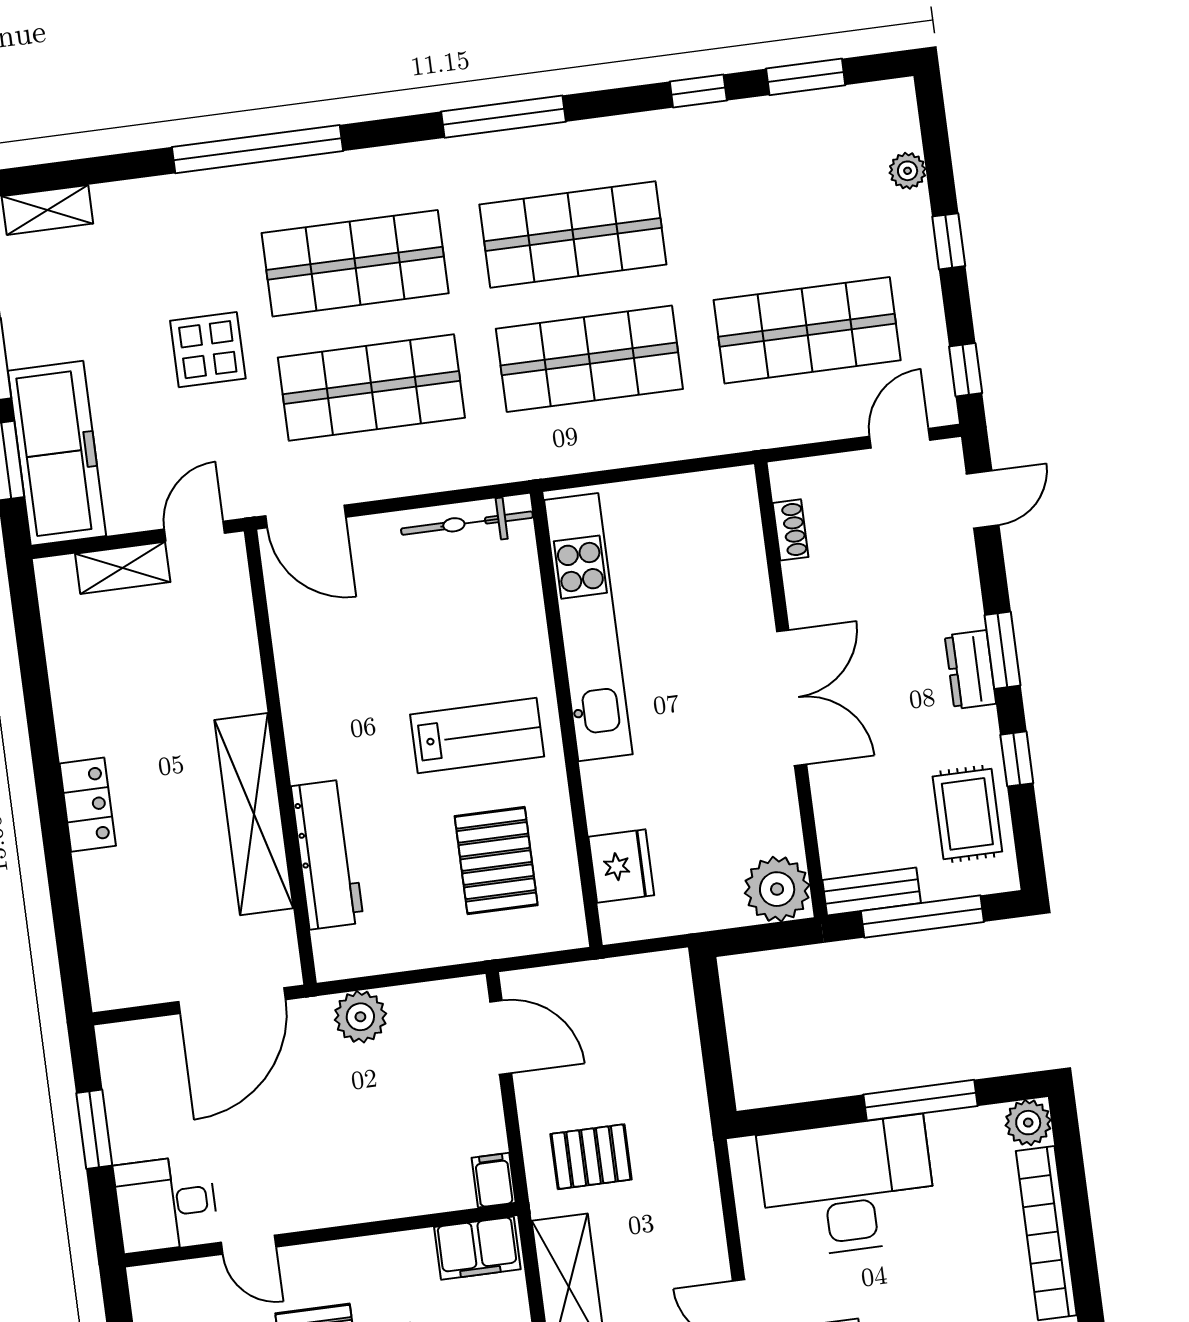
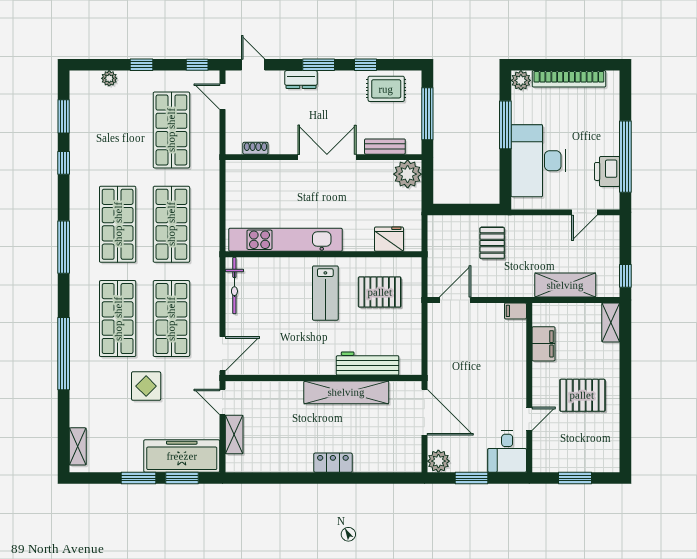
dresser: (970, 670) -> (301, 80), moved
lab bench: (477, 735) -> (325, 293), turned 180
bench: (872, 892) -> (385, 147), moved, turned 90
plant: (360, 1017) -> (438, 461), moved
pallet: (591, 1157) -> (492, 243), moved
filing cabinet: (477, 1248) -> (543, 344), moved

